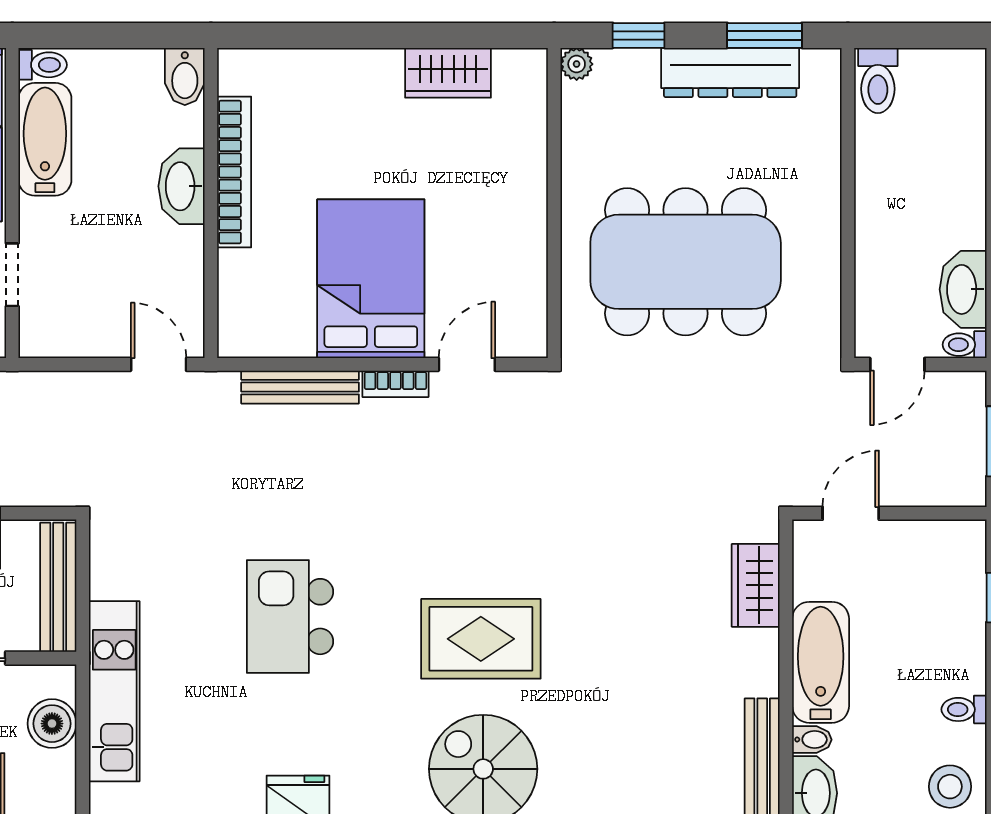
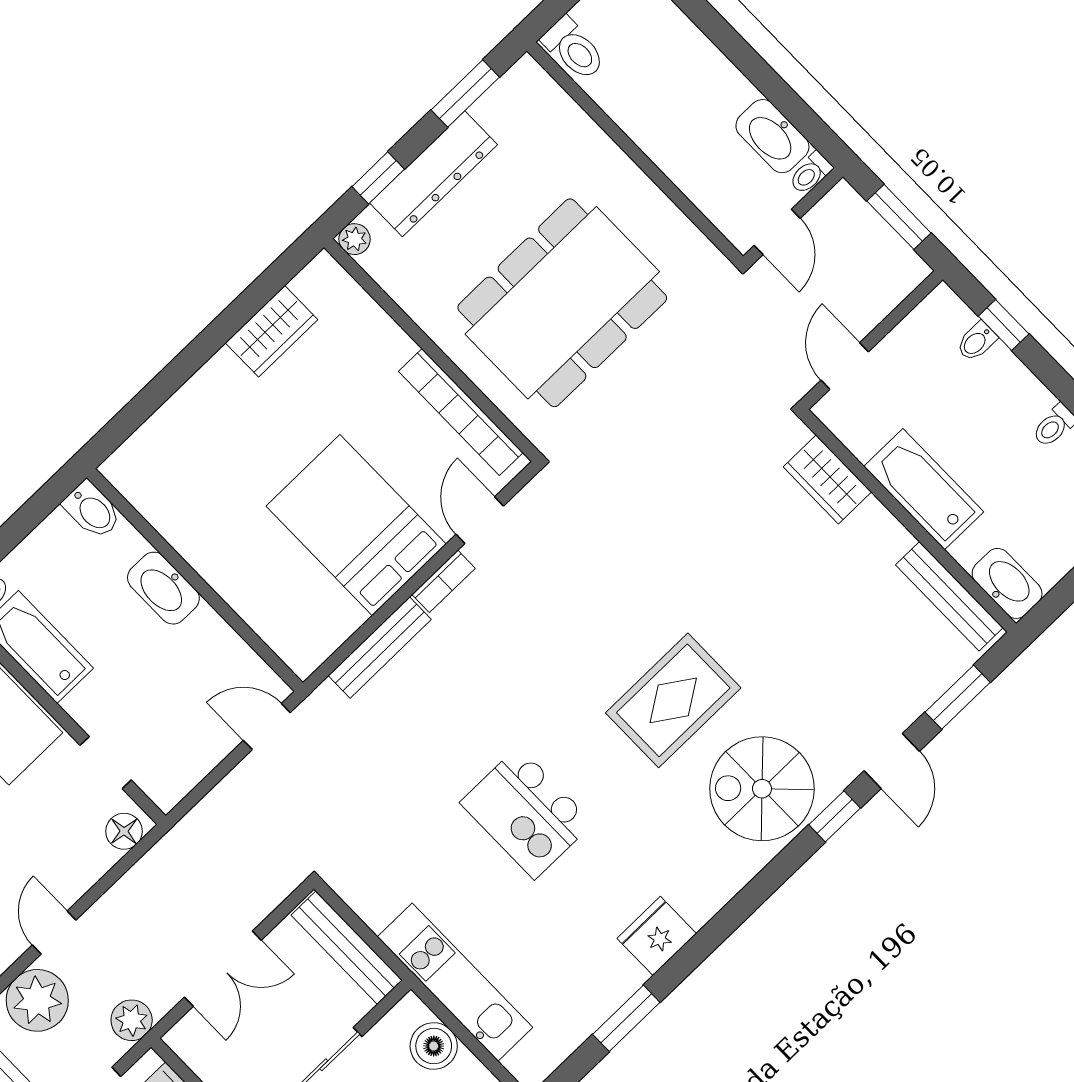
dresser: (730, 72) -> (434, 174), moved
bookcase: (234, 172) -> (461, 412), moved, turned 180
bidet: (812, 740) -> (977, 342), moved, turned 180

